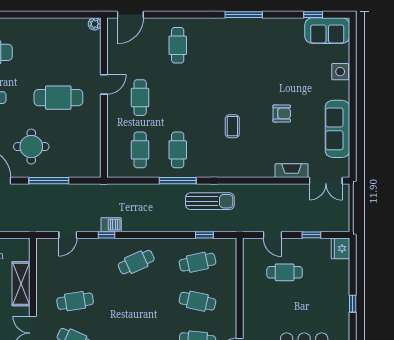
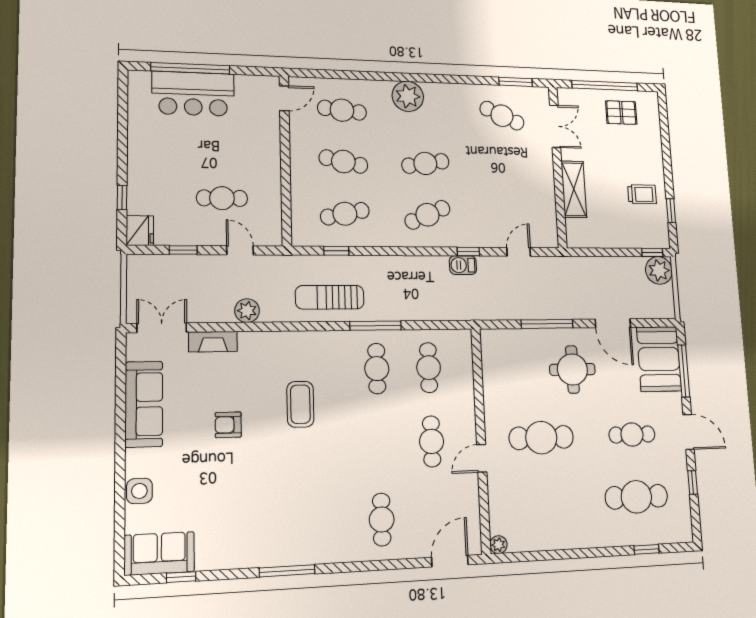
coffee table: (232, 126) -> (300, 404), width x1.36, depth x1.30
plant: (268, 192) -> (247, 311), added
cafe table: (75, 301) -> (425, 163), moved
window: (353, 304) -> (122, 197), moved

